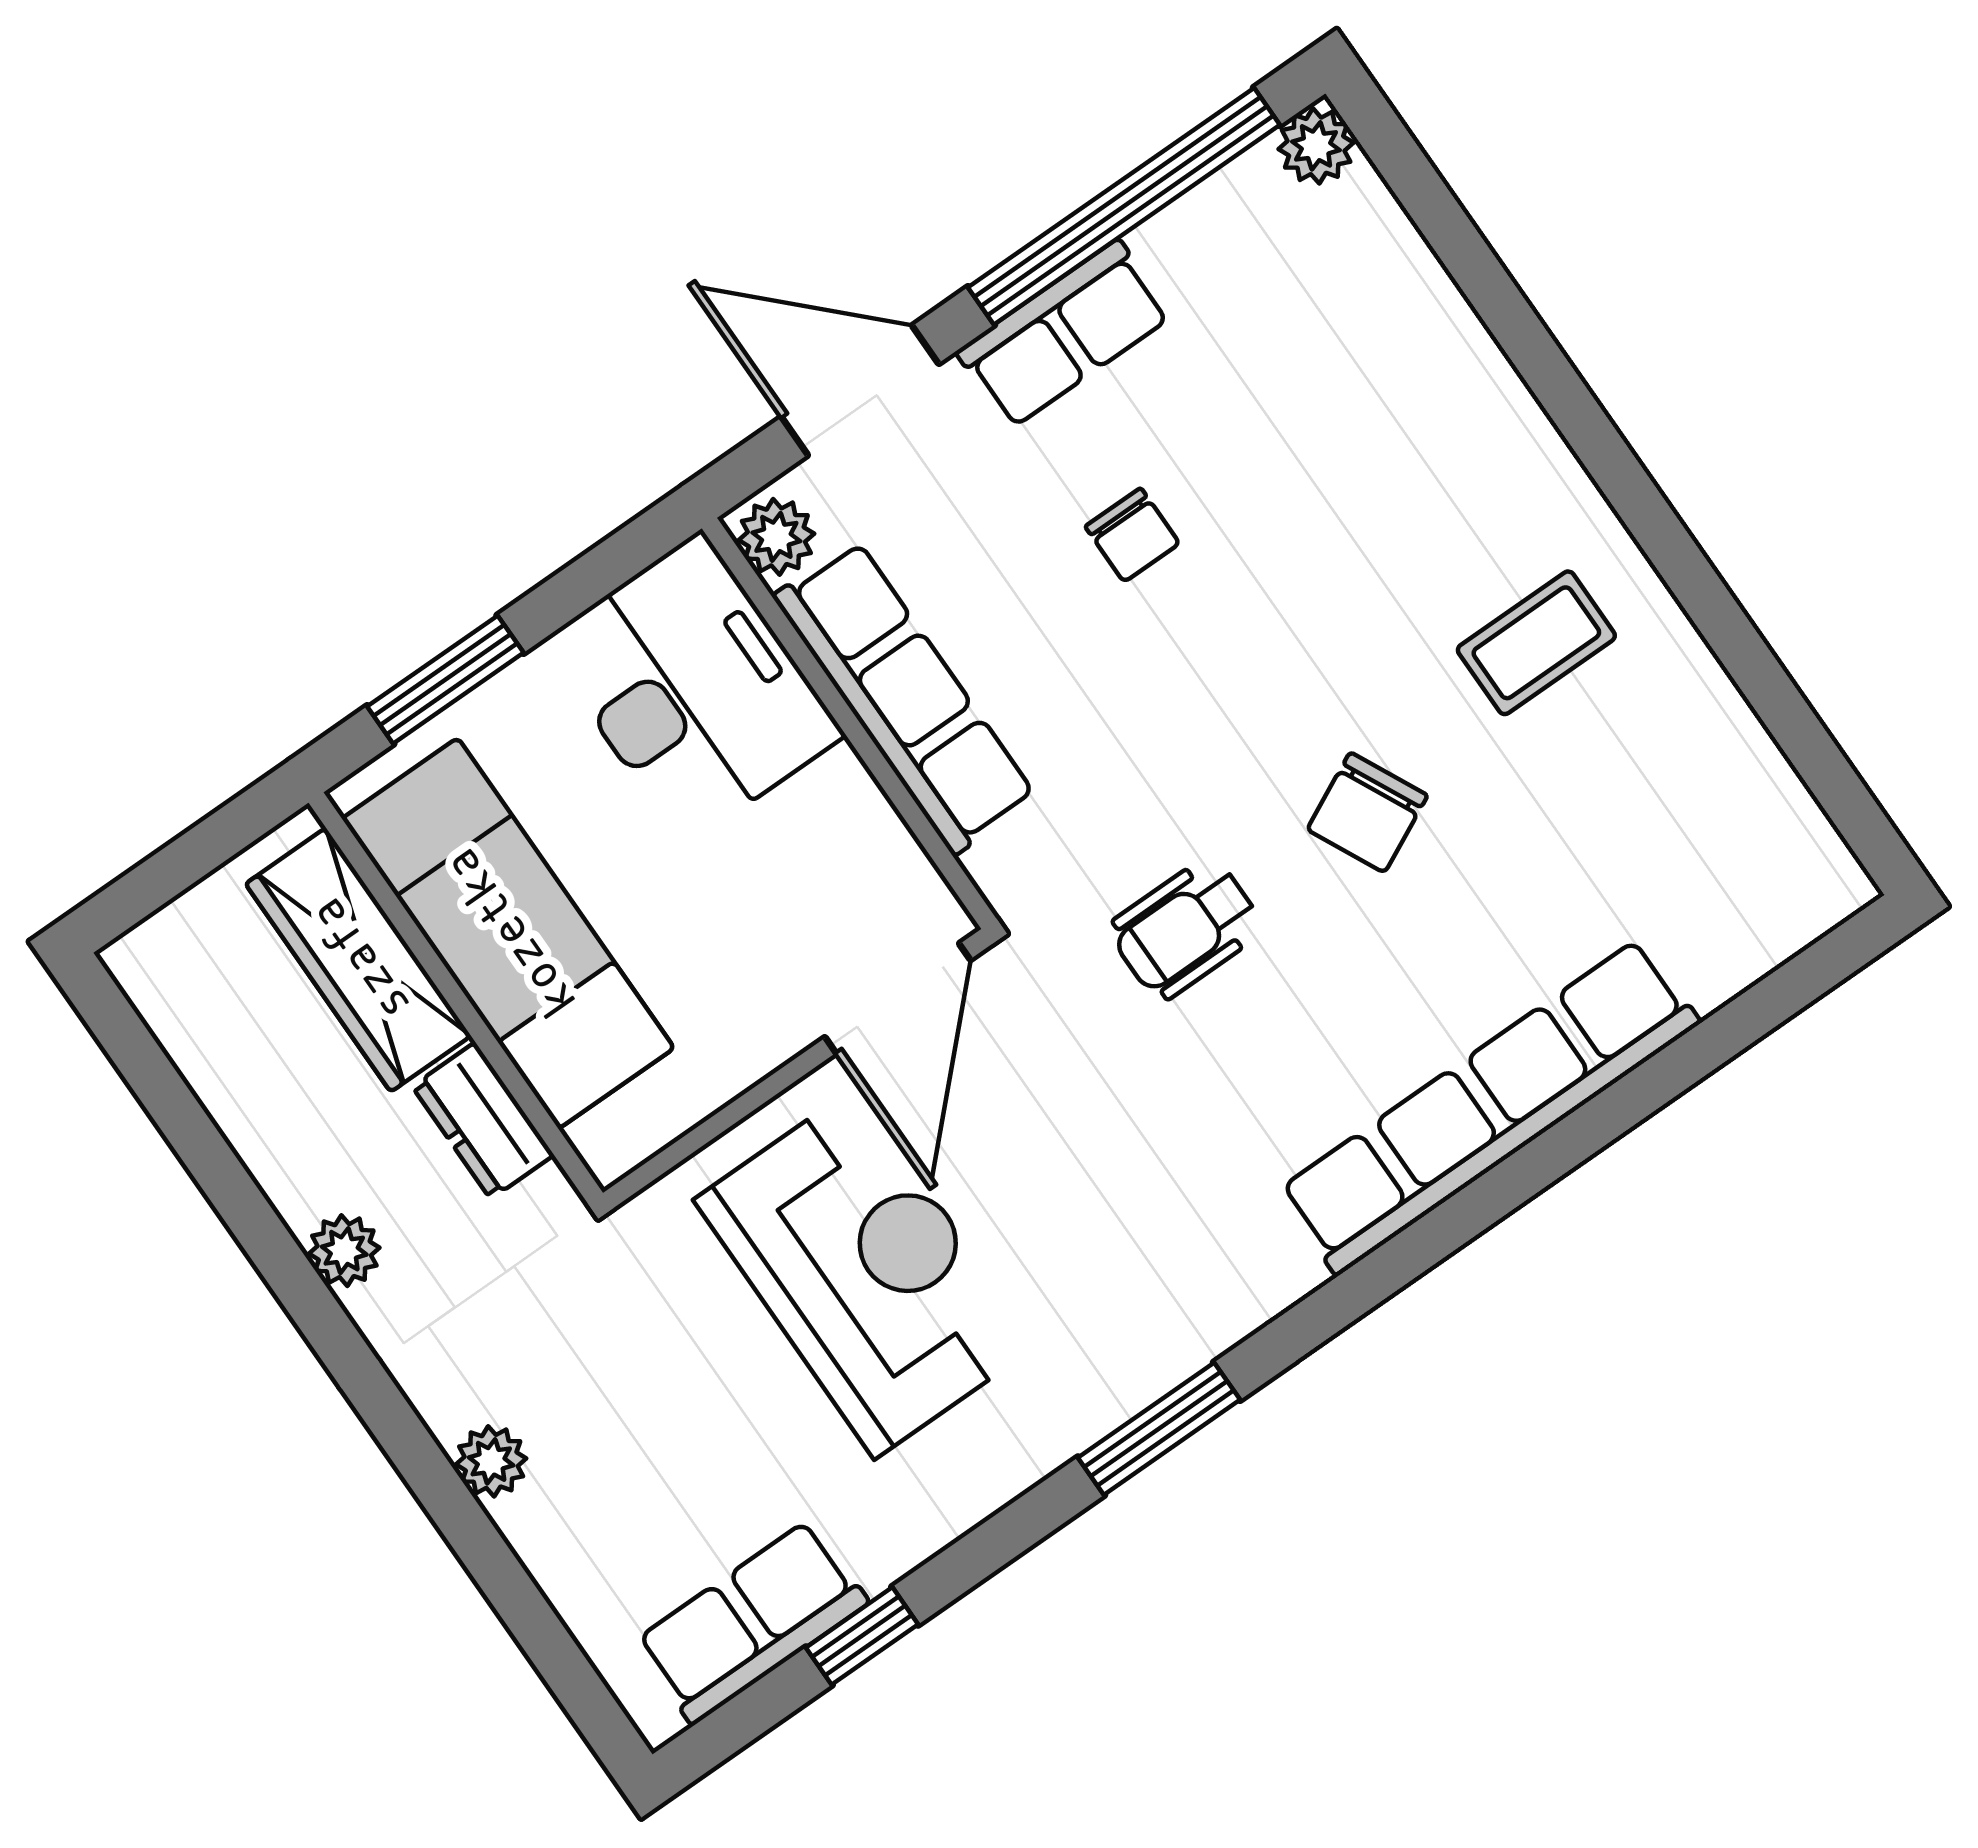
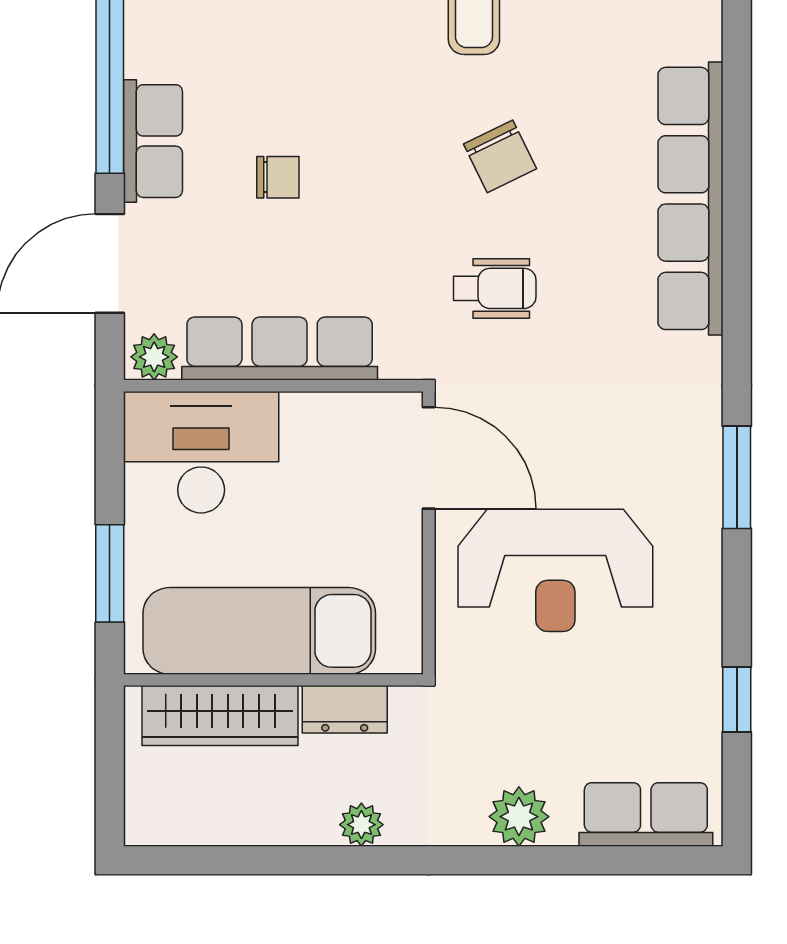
wheelchair: (1186, 929) -> (495, 288), turned -90
reception desk: (865, 1273) -> (555, 570), turned 180
plant: (491, 1461) -> (519, 817), width x1.38, depth x1.38
row of seats: (752, 1622) -> (646, 814), moved, turned 90

